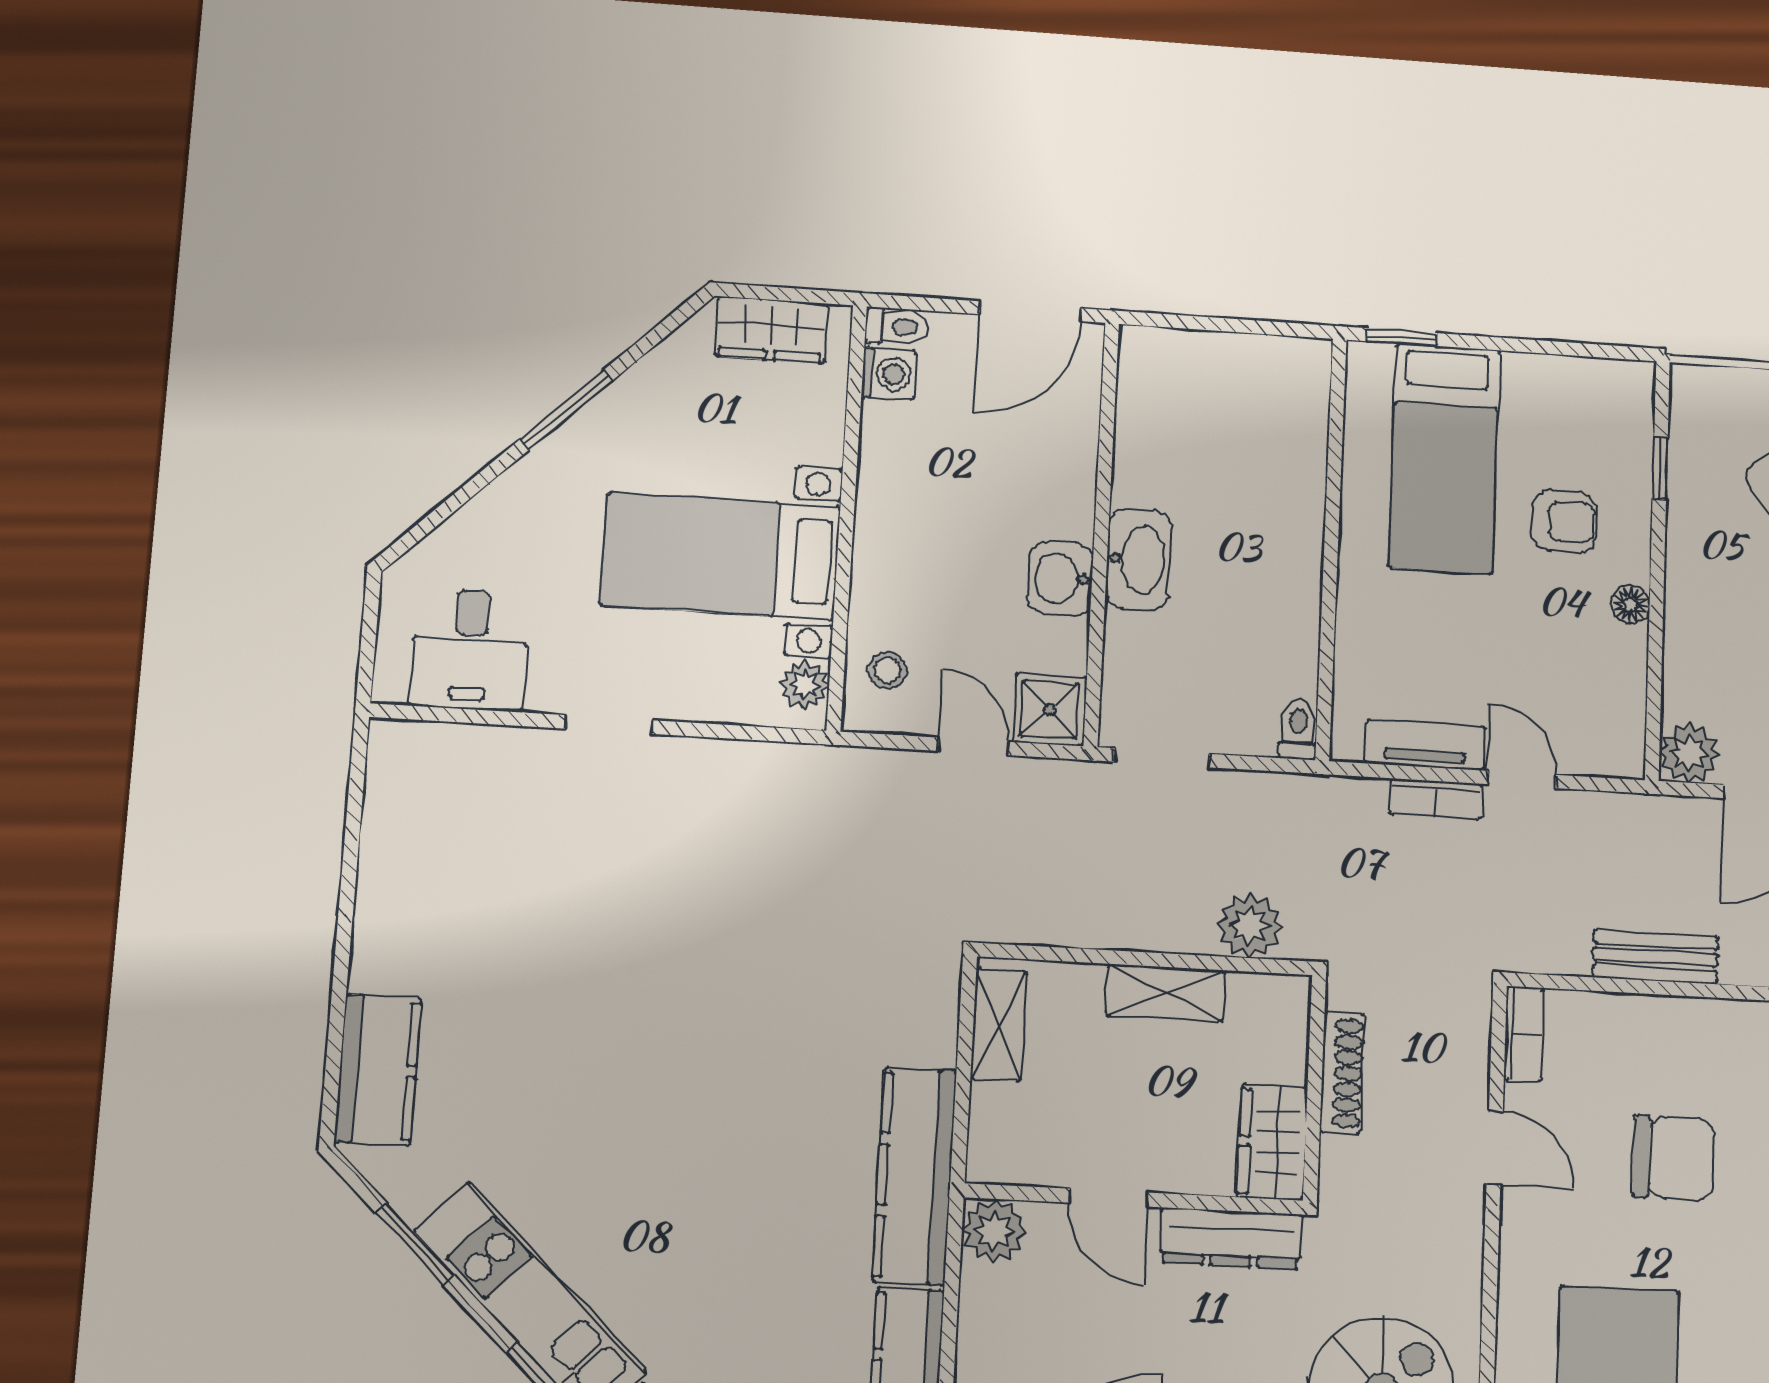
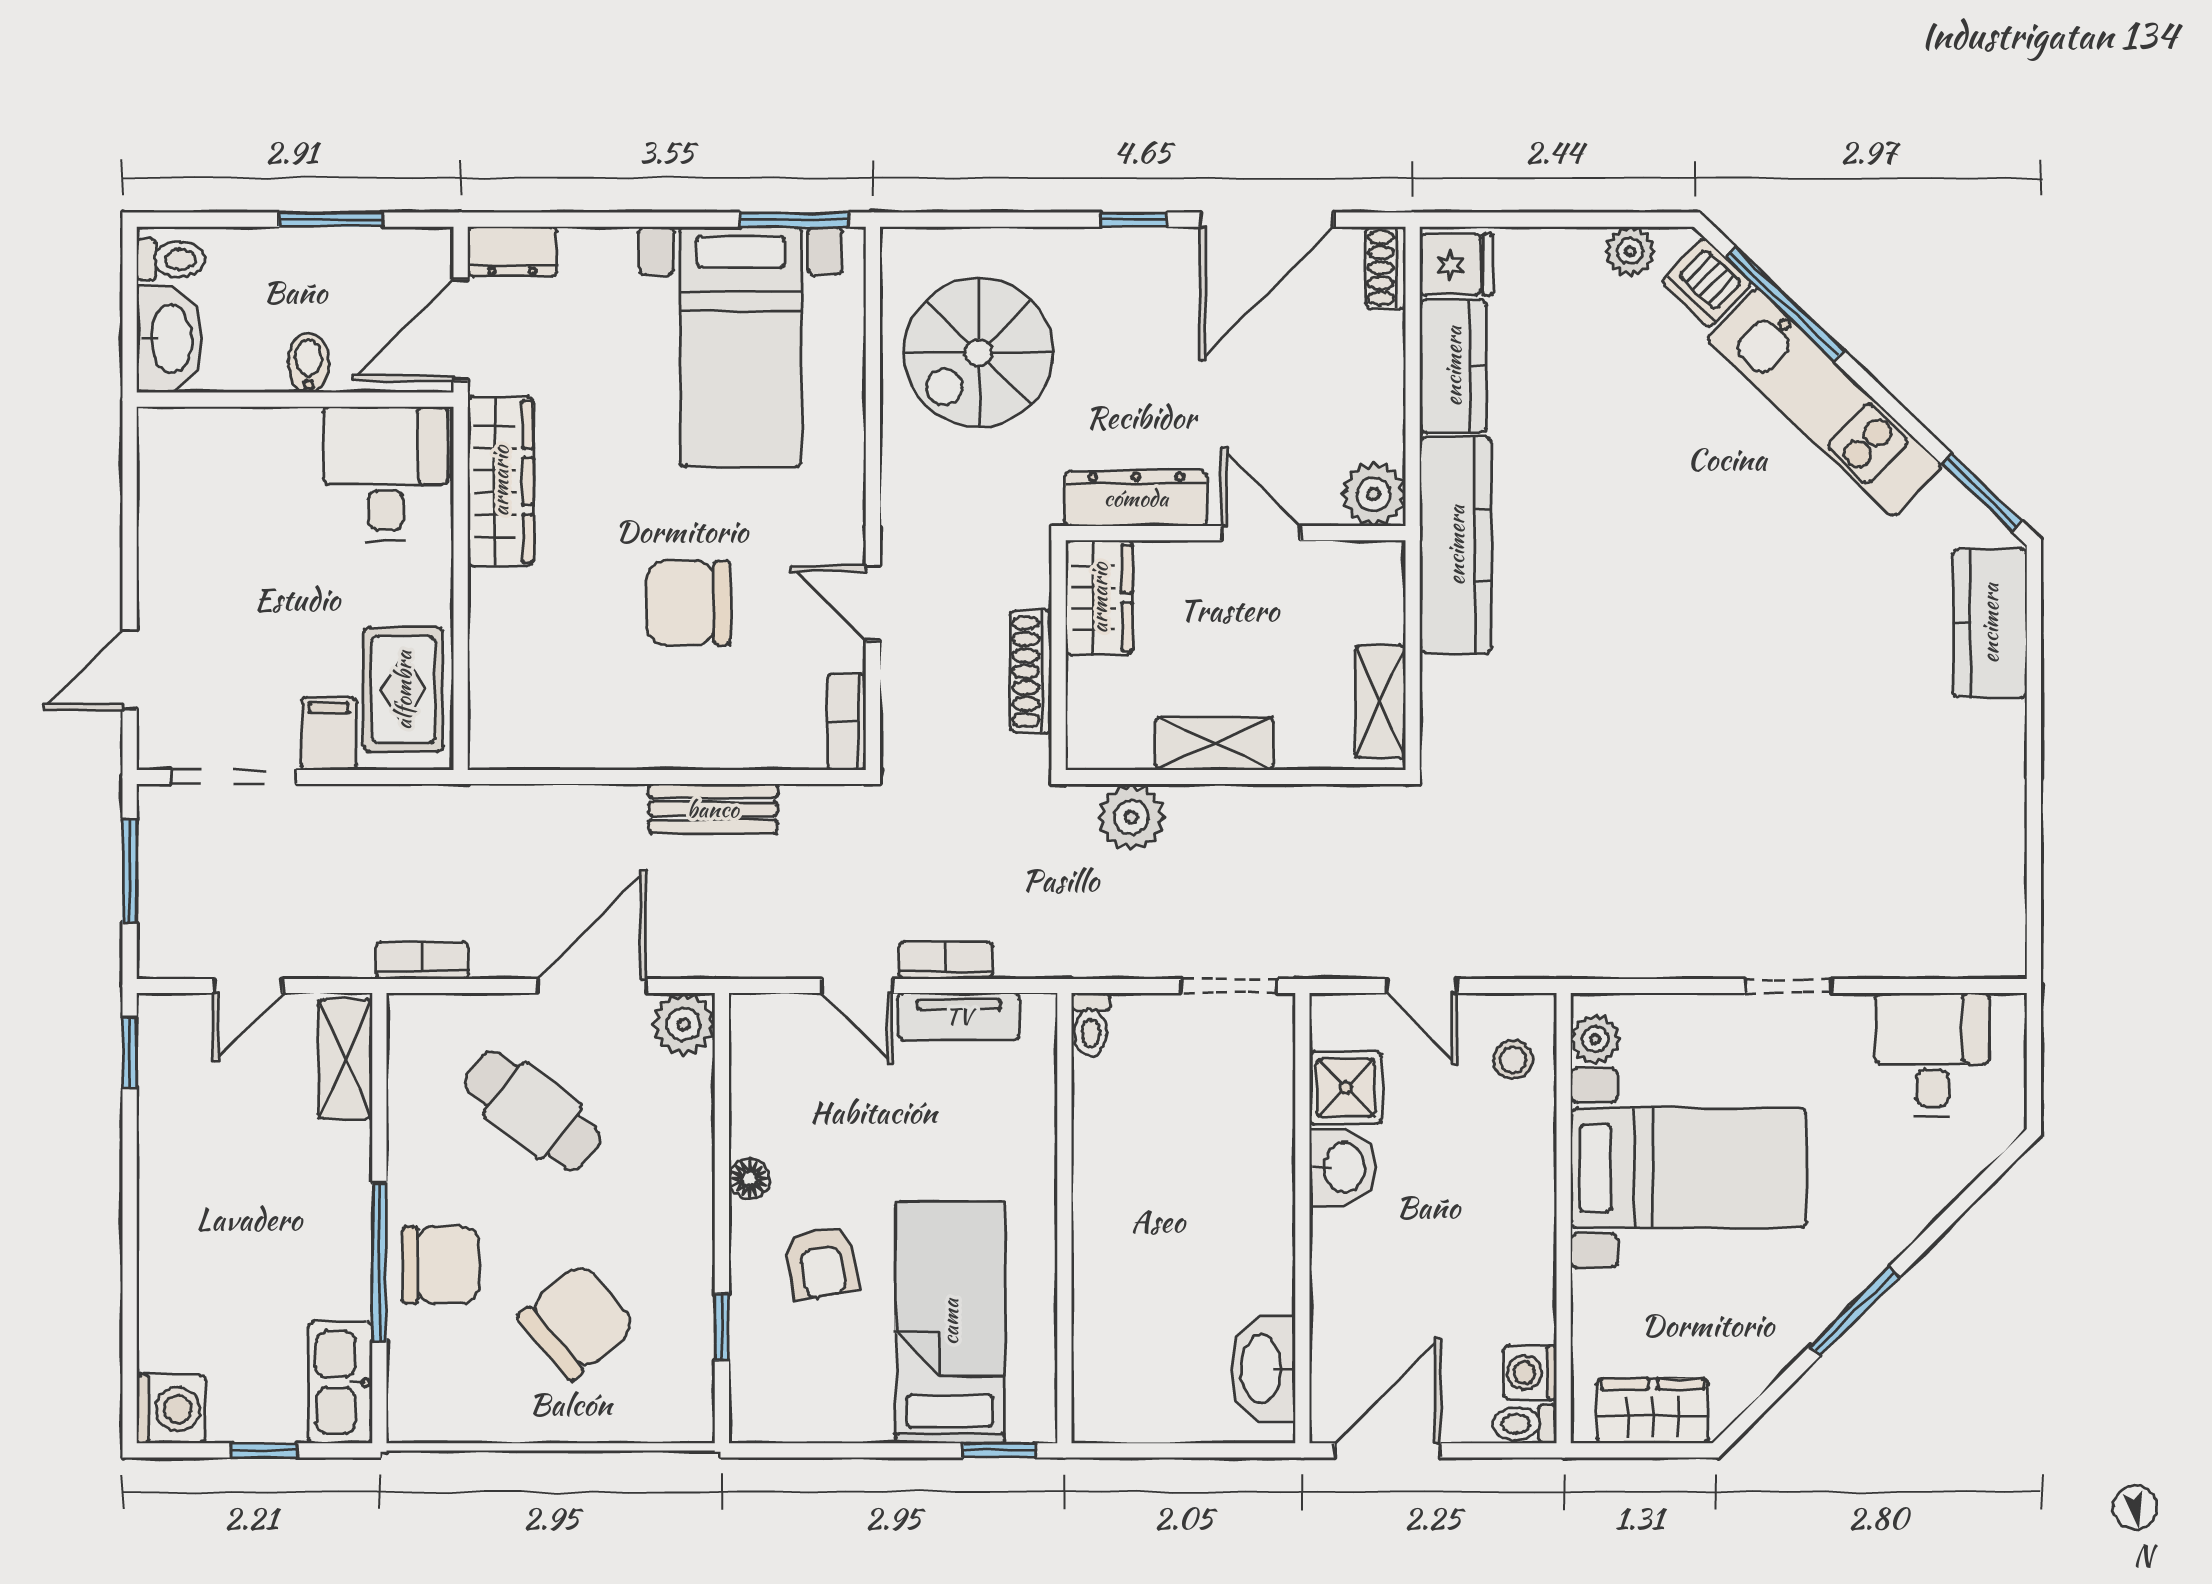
armchair: (1564, 521) -> (822, 1263), turned -100
washbasin: (1138, 559) -> (1263, 1368), moved
shower: (1050, 709) -> (1346, 1088), moved
window: (415, 1244) -> (1982, 493), moved

